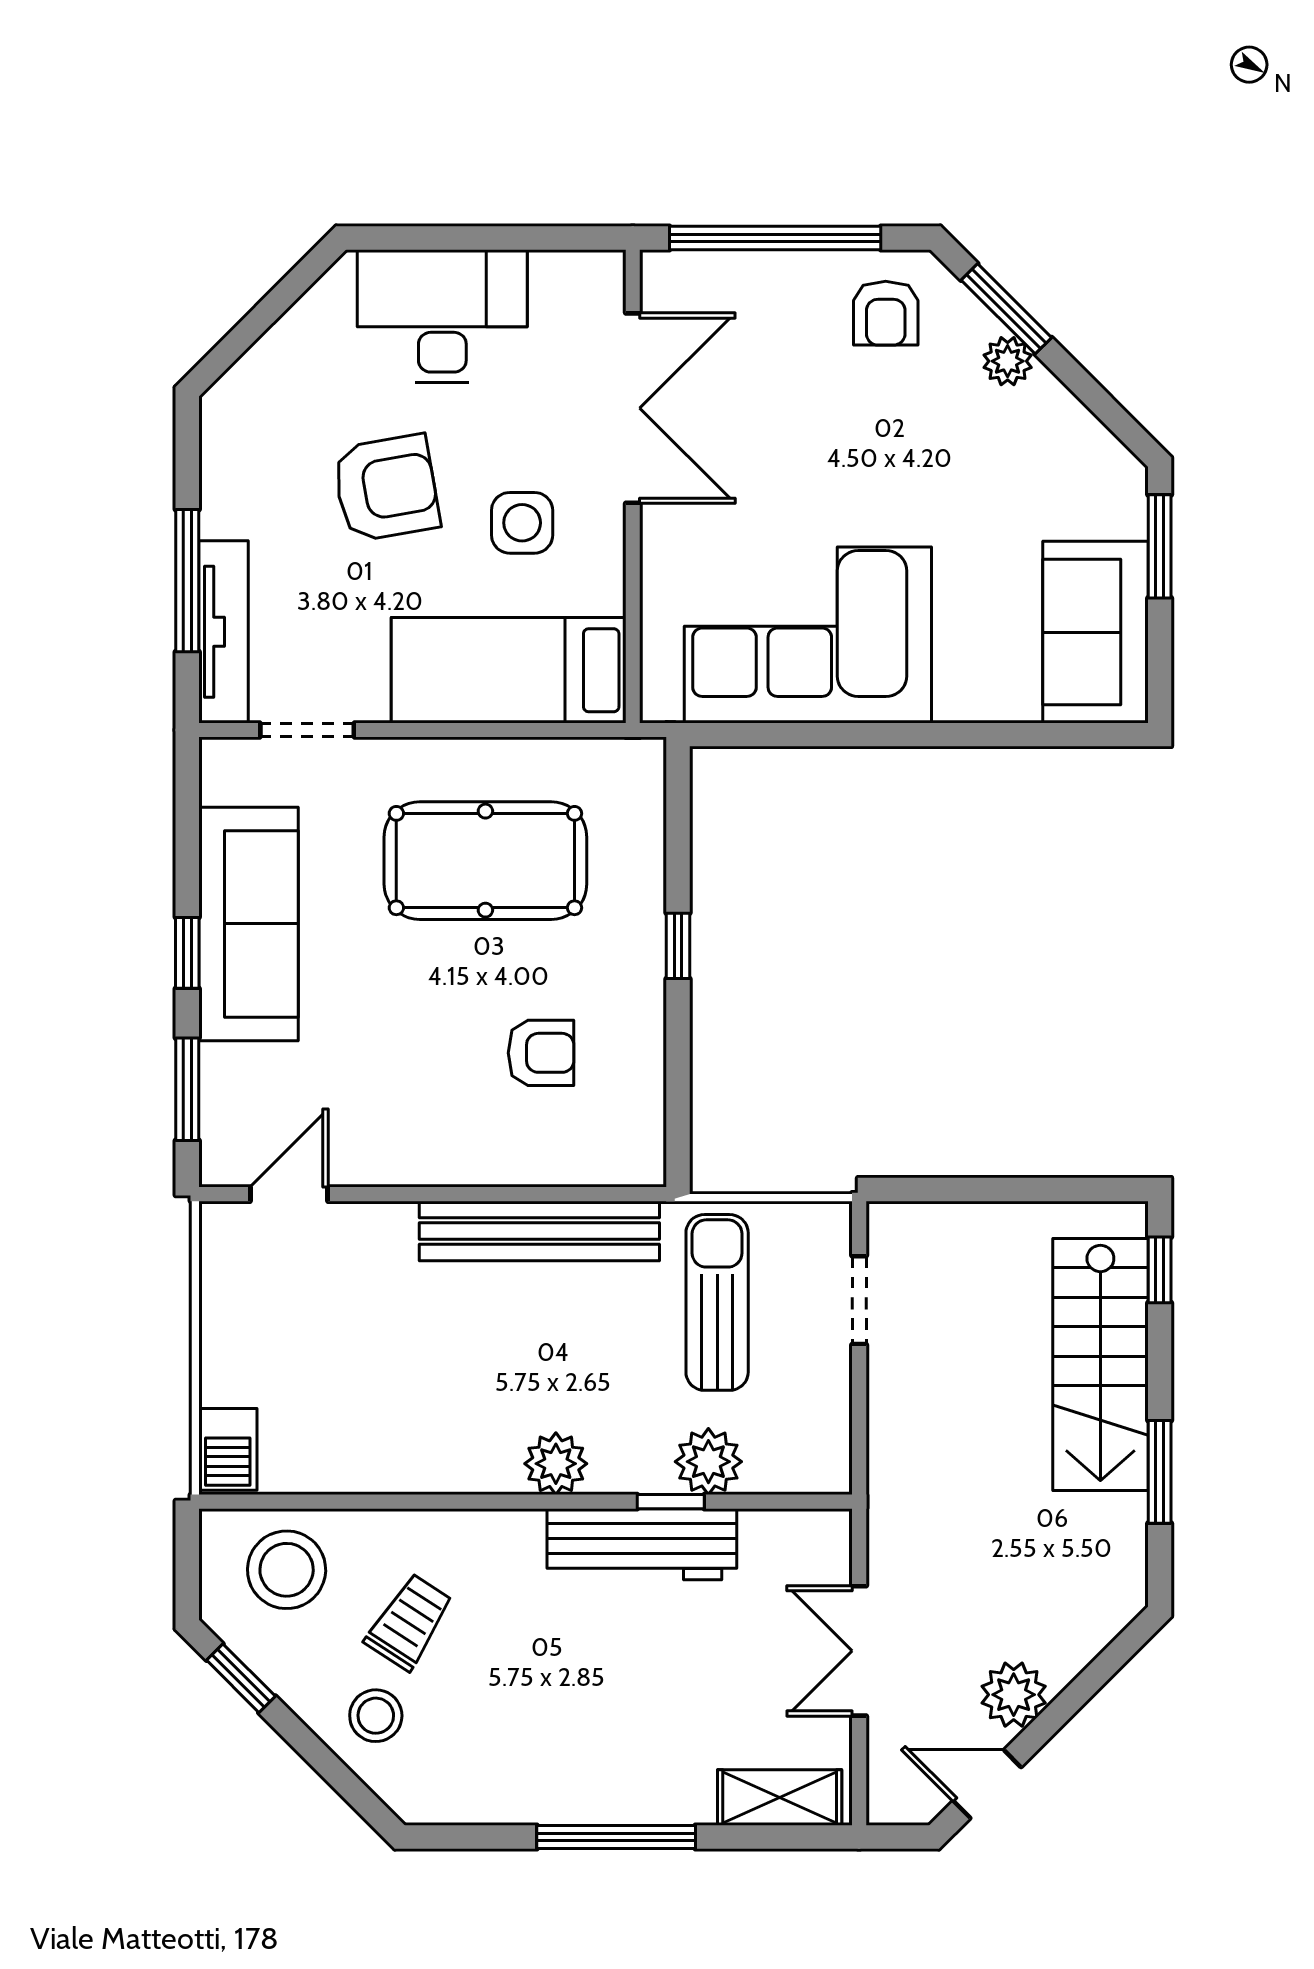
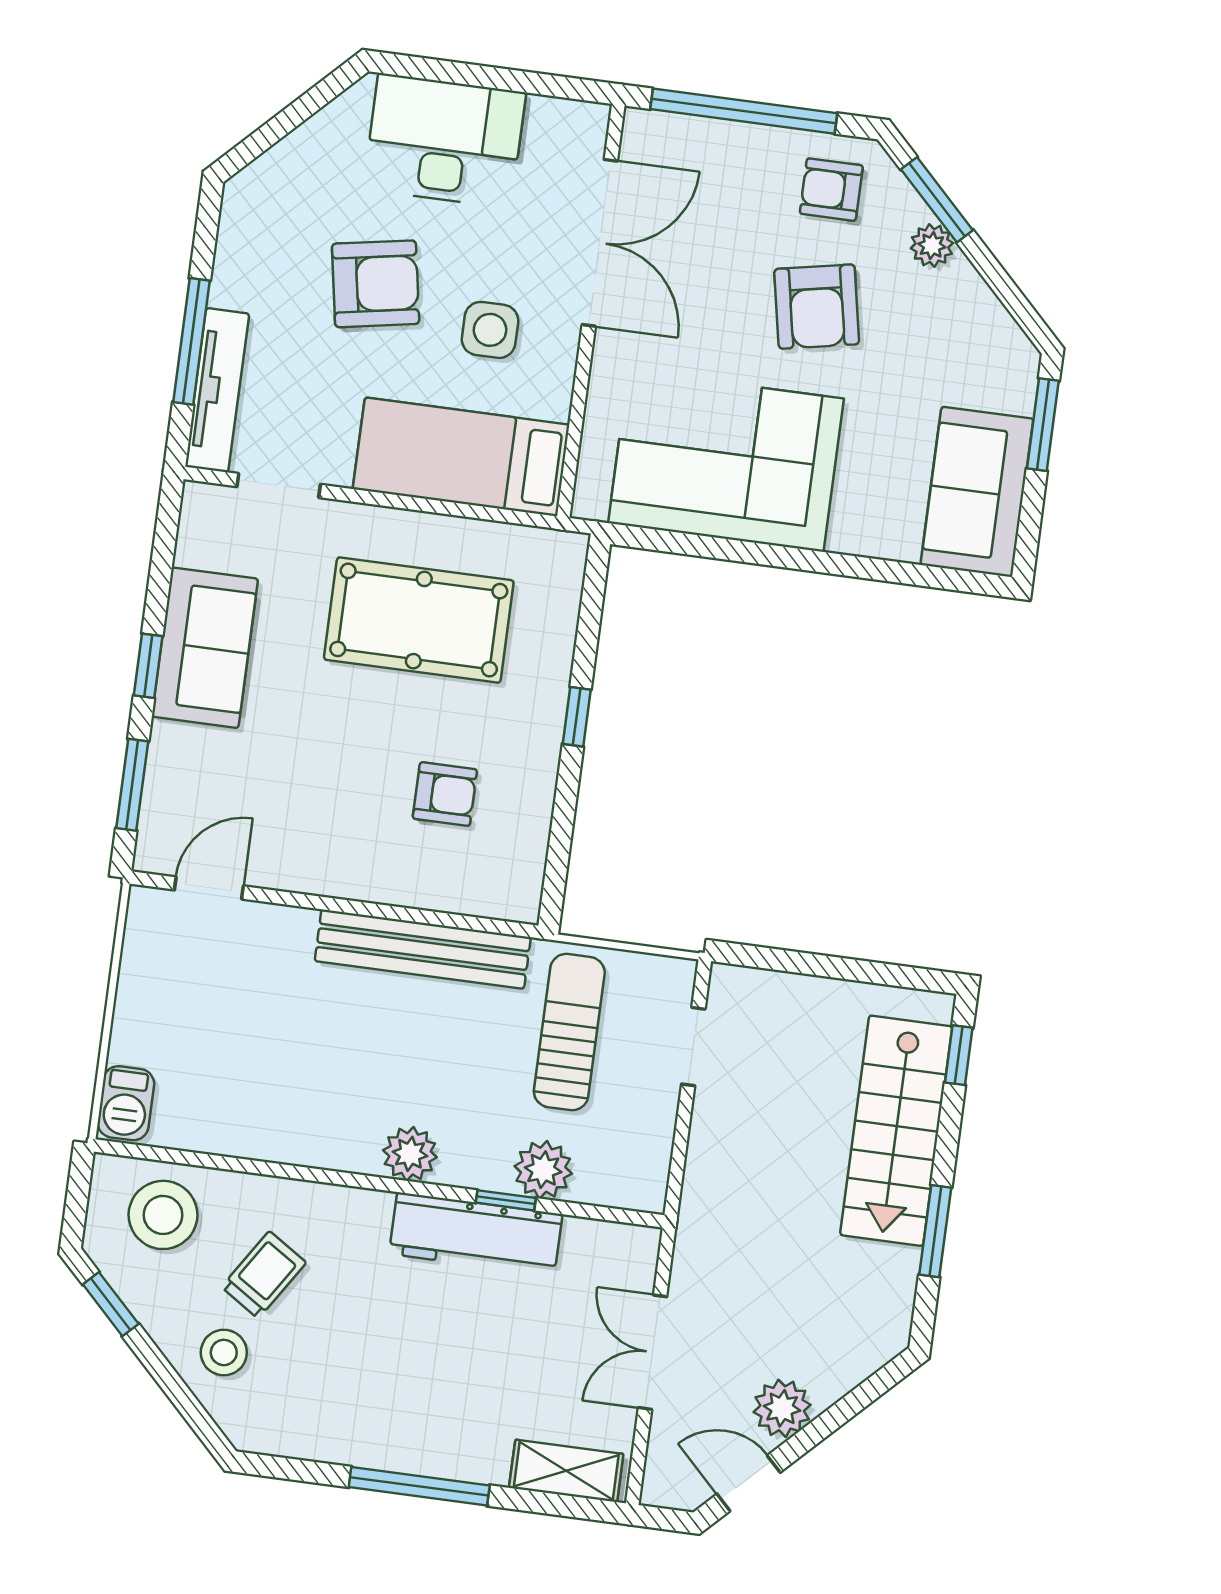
armchair: (886, 313) -> (831, 190), turned 90
armchair: (887, 447) -> (817, 307), added
sofa: (248, 924) -> (205, 648), width x0.73

